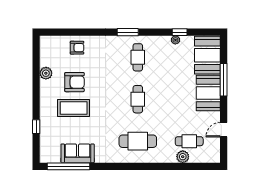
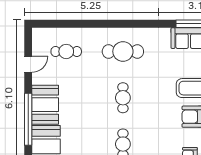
window: (224, 80) -> (28, 119), width x1.46
plant: (183, 157) -> (73, 34), removed

